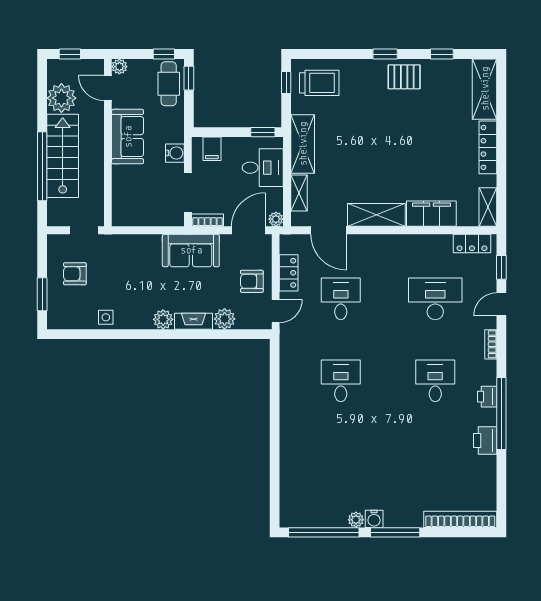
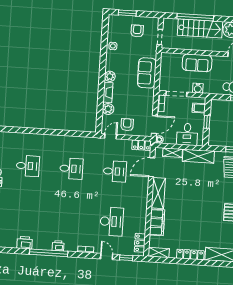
window: (263, 132) -> (207, 122), moved
sofa: (128, 137) -> (197, 63), moved
door: (248, 230) -> (154, 125), hinge flipped
sofa: (191, 250) -> (147, 73), moved
locker: (289, 273) -> (141, 145), moved
door: (276, 311) -> (111, 136), swing flipped
desk: (435, 381) -> (28, 166), moved
printer: (485, 440) -> (25, 243), moved

